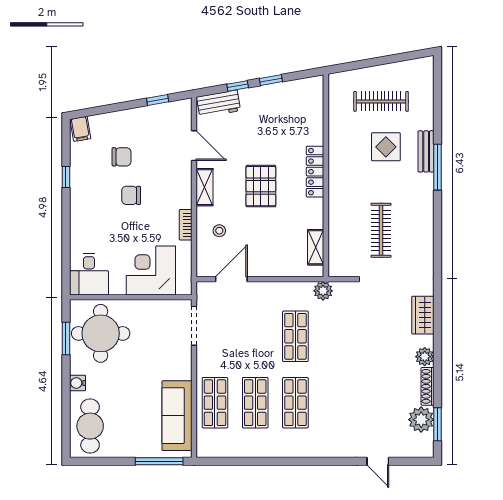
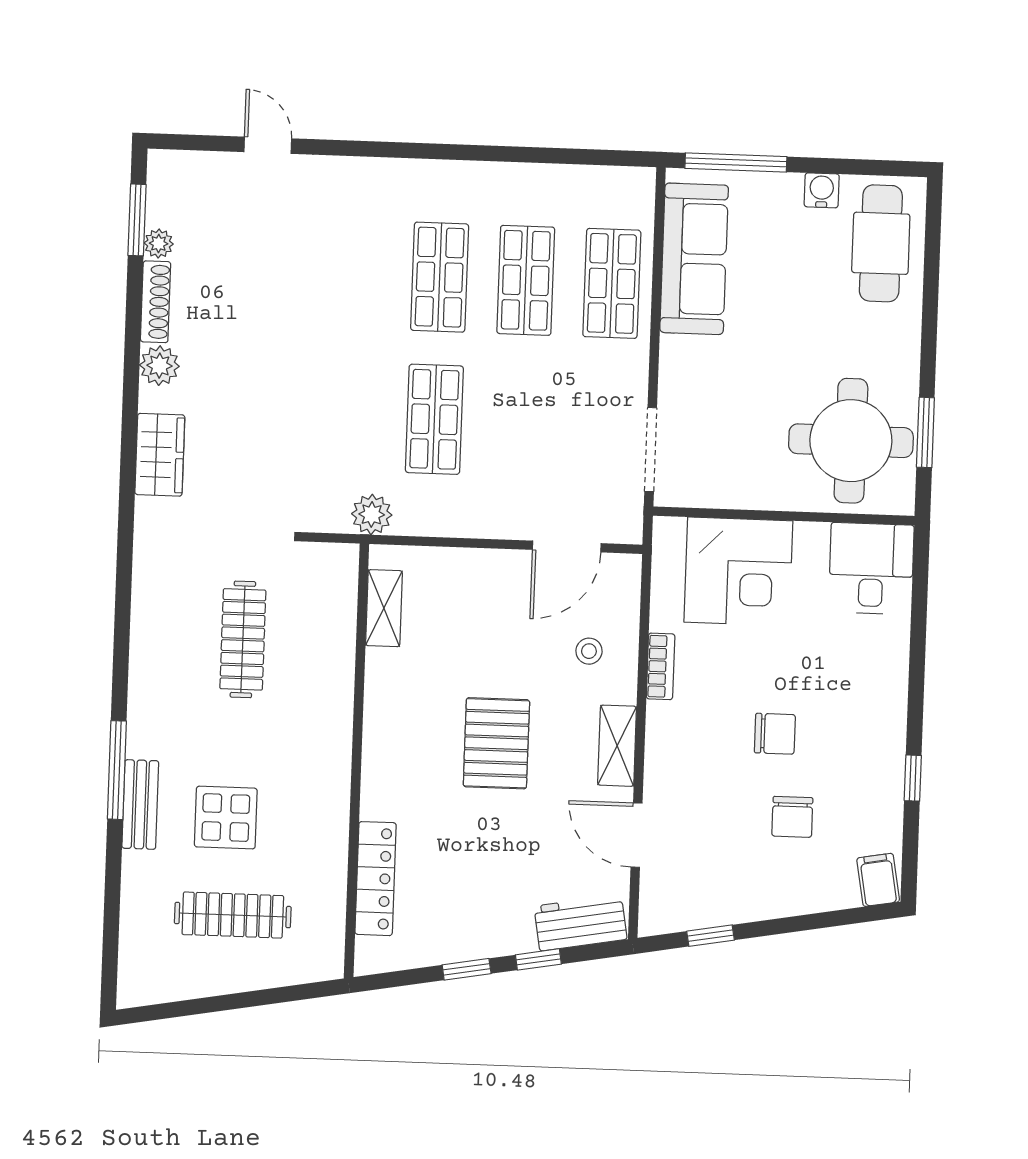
chair: (122, 157) -> (792, 817), turned -90
locker: (315, 172) -> (376, 879), moved
water cooler: (78, 383) -> (822, 190), moved, turned -90
plant: (421, 420) -> (159, 243), width x0.53, depth x0.53

